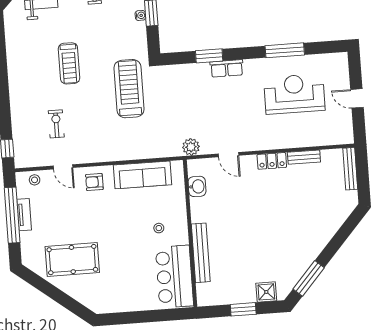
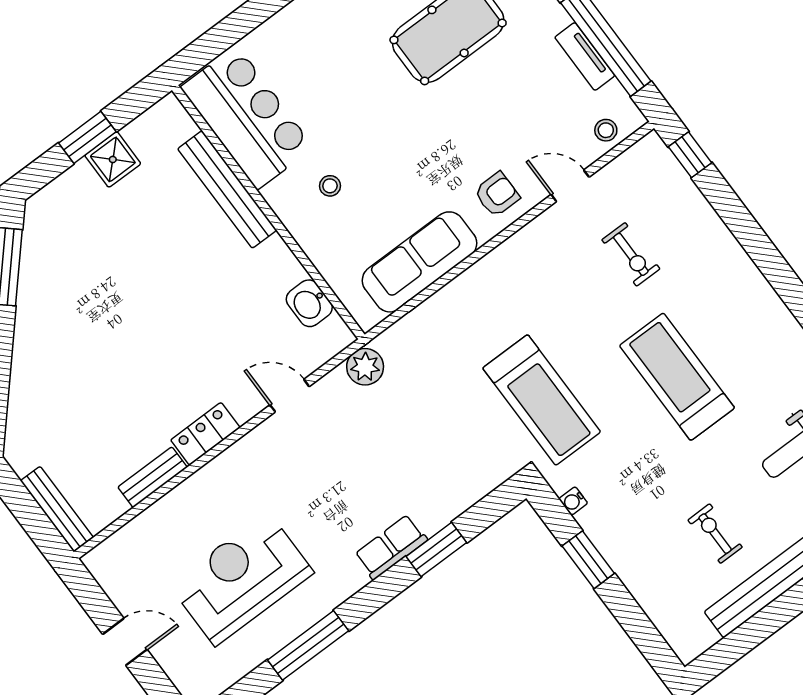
water cooler: (140, 15) -> (573, 501), moved
treadmill: (69, 63) -> (677, 377), width x1.37, depth x1.38
reception desk: (294, 94) -> (241, 579), turned 180
shower: (266, 292) -> (113, 159), moved

